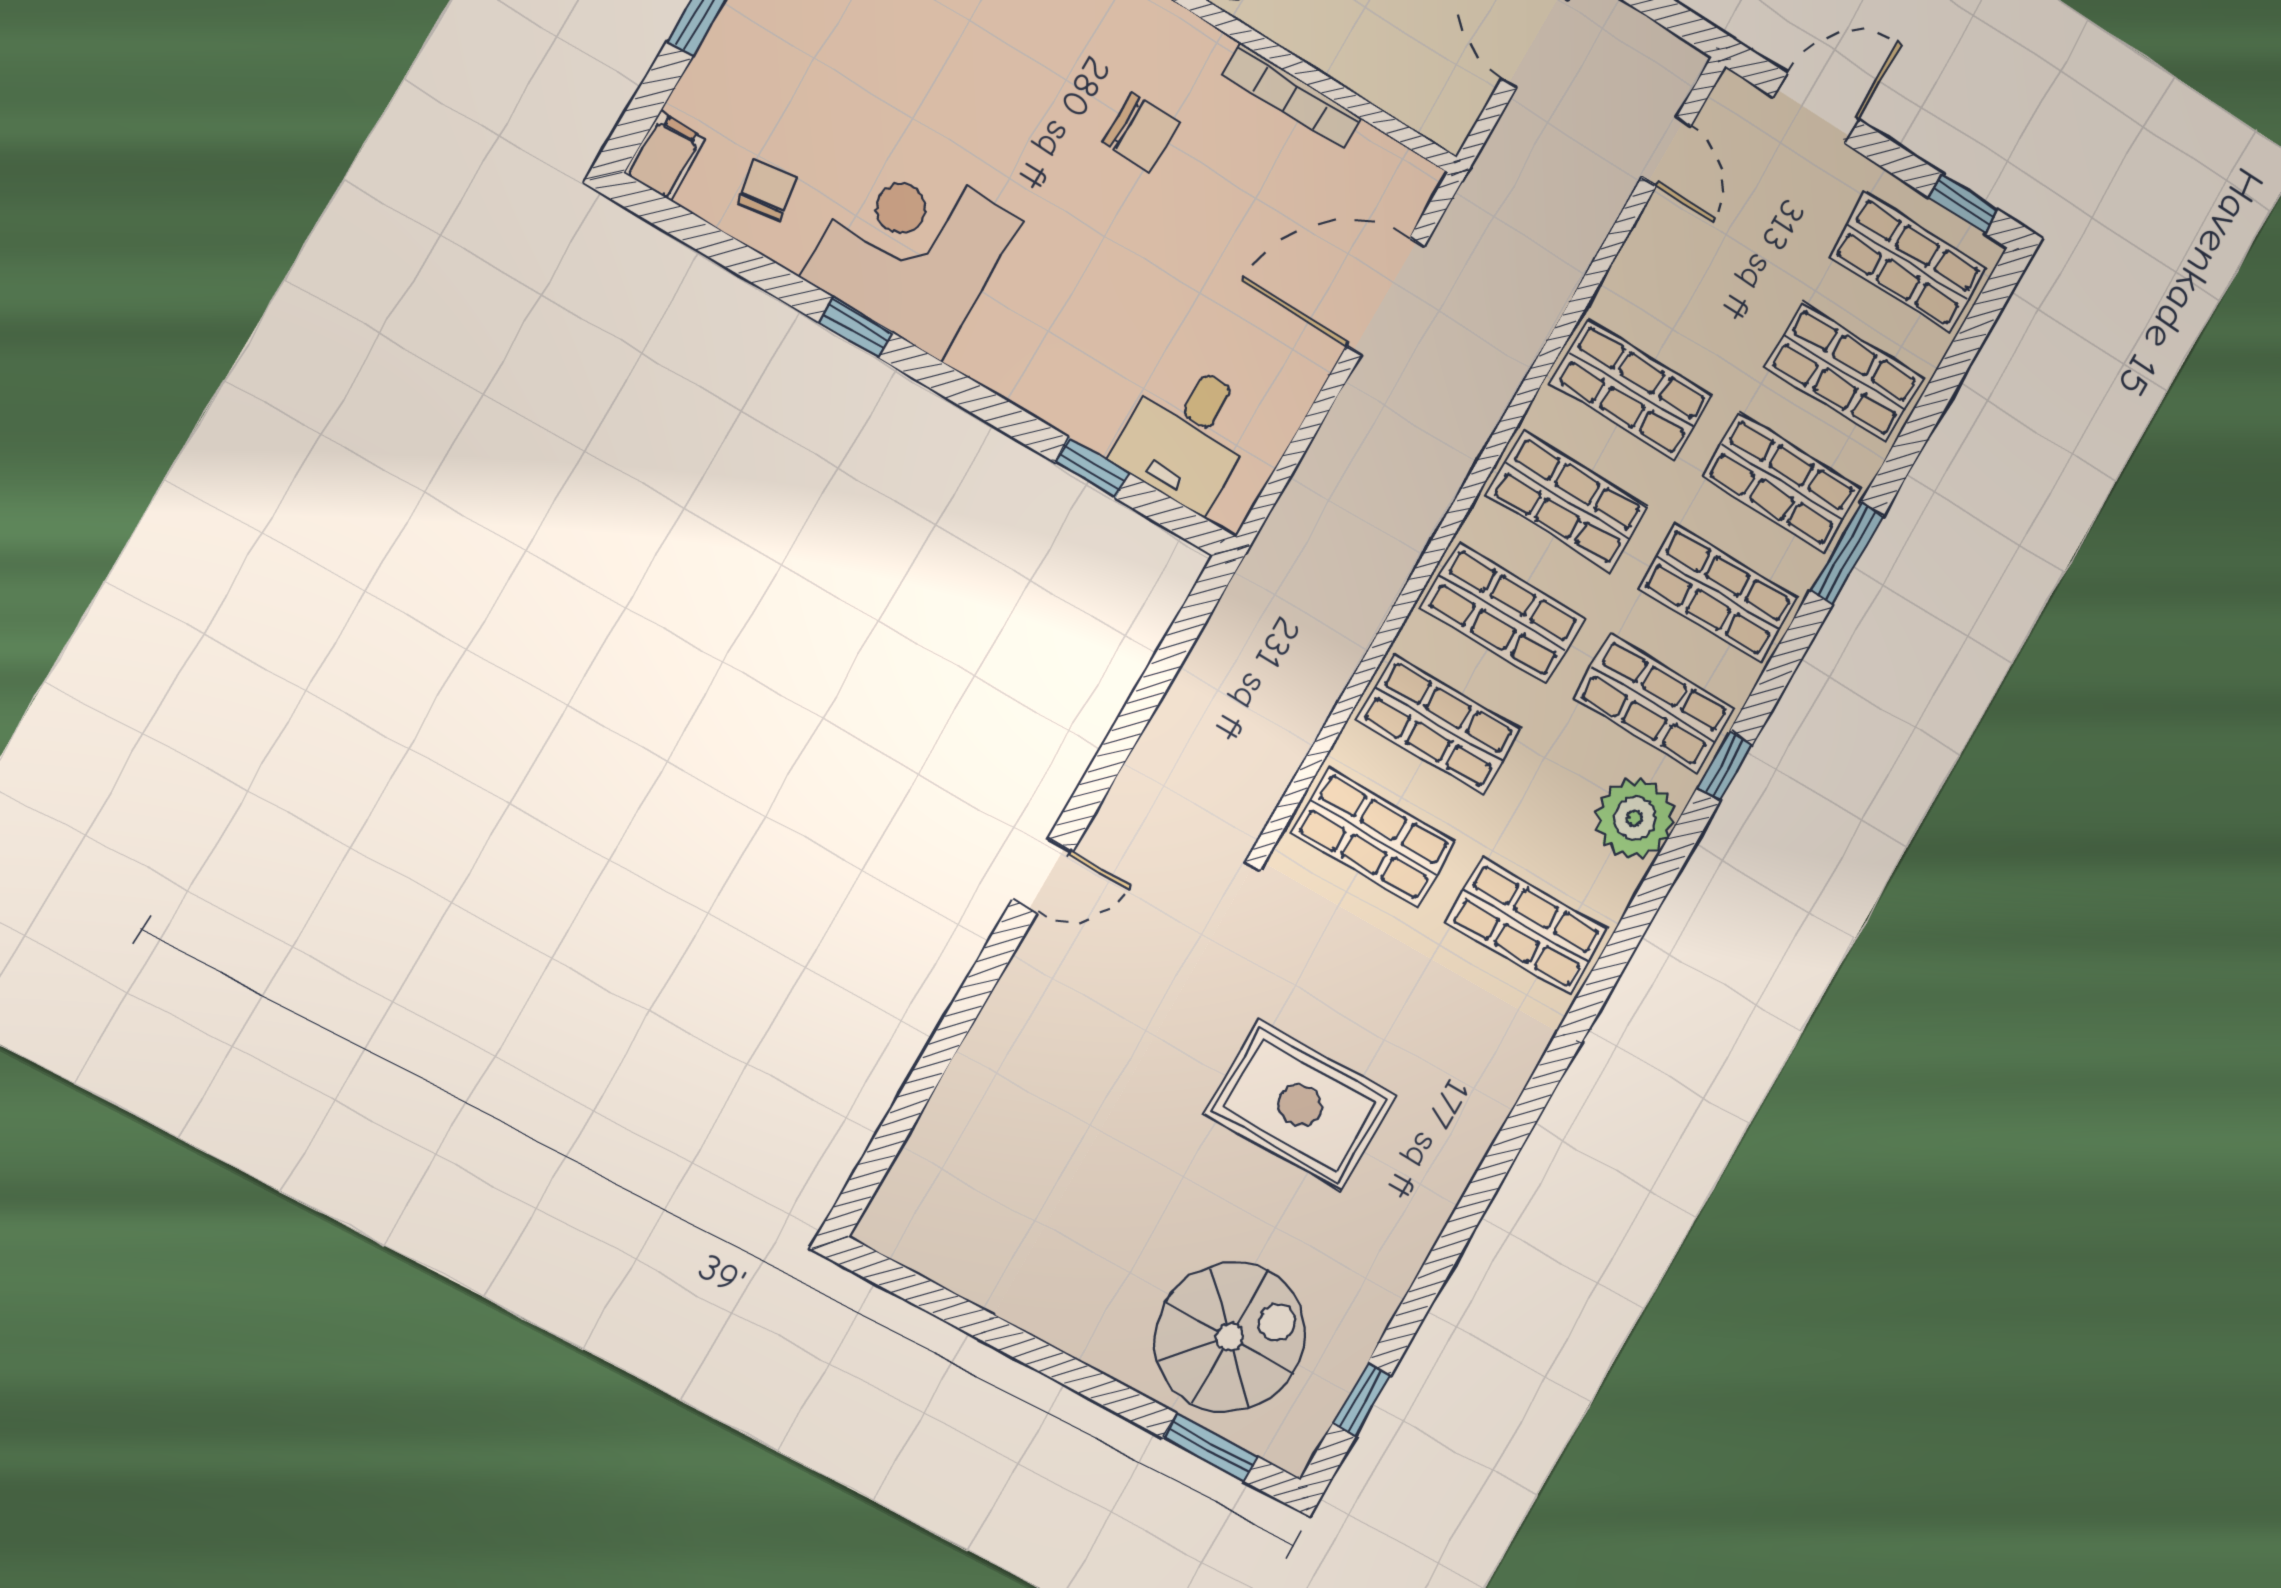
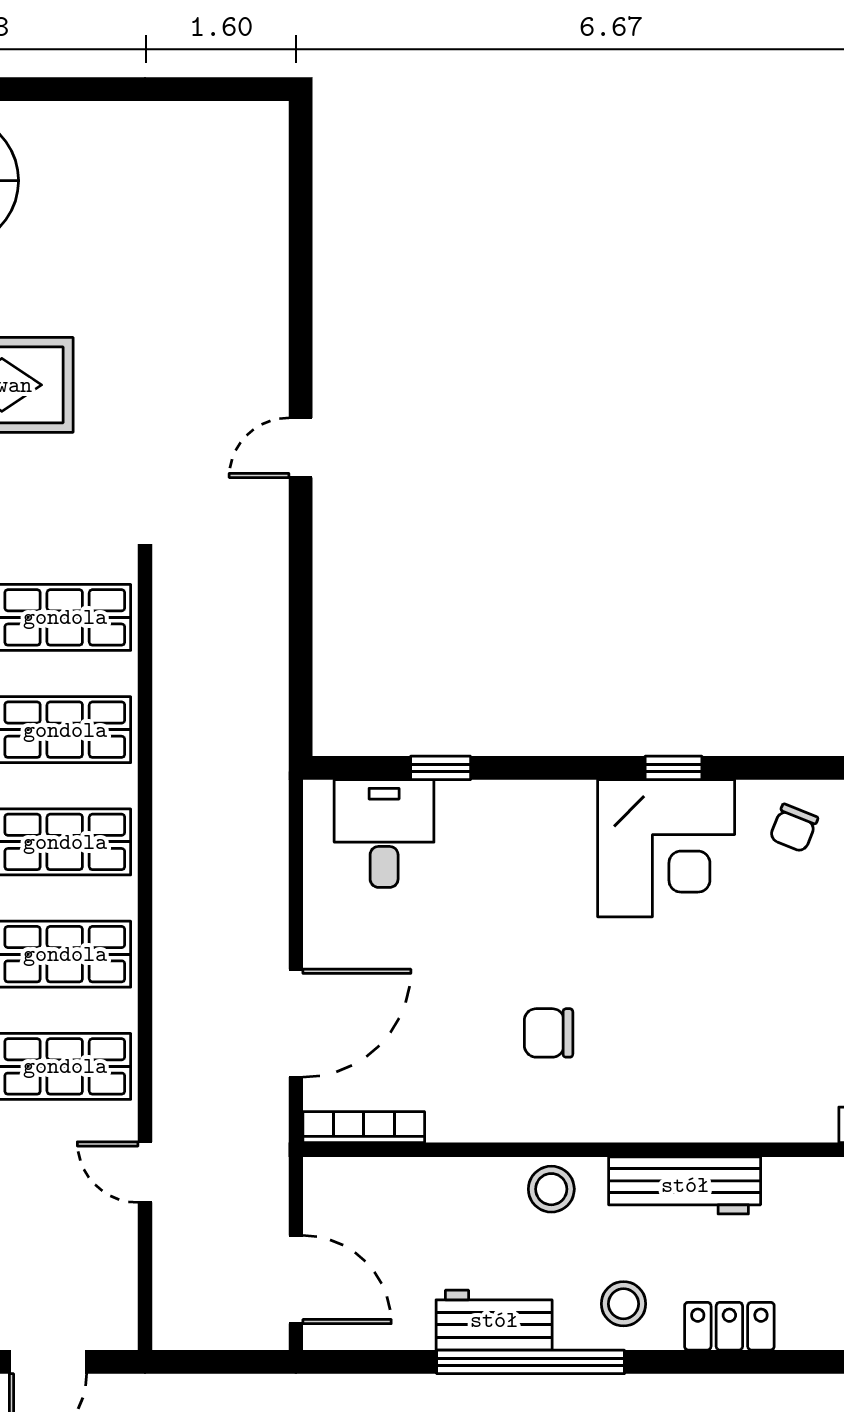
bookcase: (1292, 96) -> (364, 1127), moved
door: (1666, 151) -> (145, 1172), moved
chair: (767, 190) -> (794, 828), turned 30

